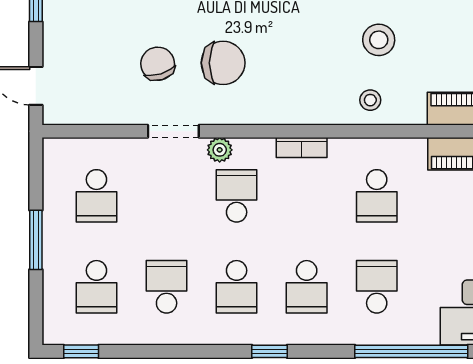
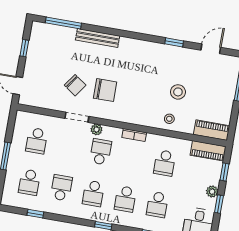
chair: (158, 64) -> (75, 85), turned 142
school desk: (377, 287) -> (157, 205), turned 180
window: (81, 351) -> (35, 214), moved

